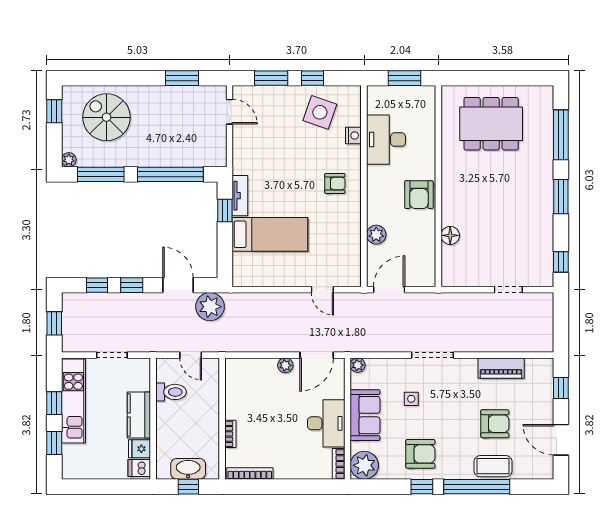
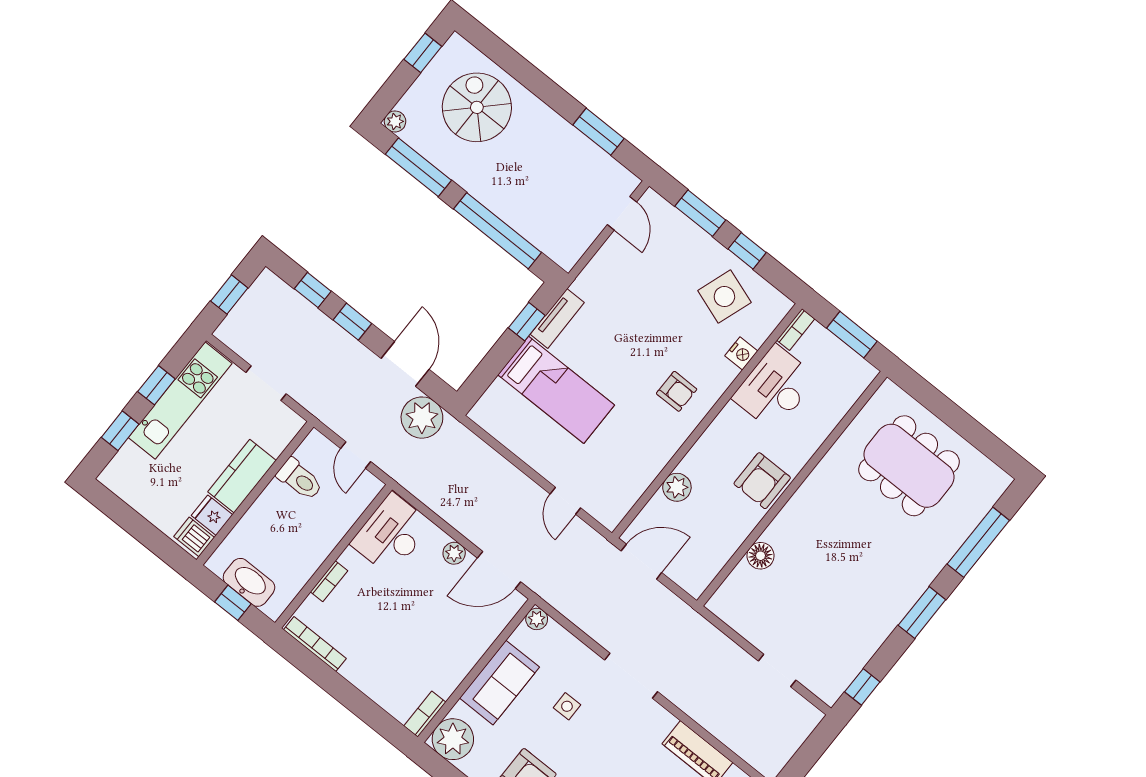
bookcase: (372, 99) -> (796, 330), added
desk: (326, 423) -> (391, 534), moved, turned 180

